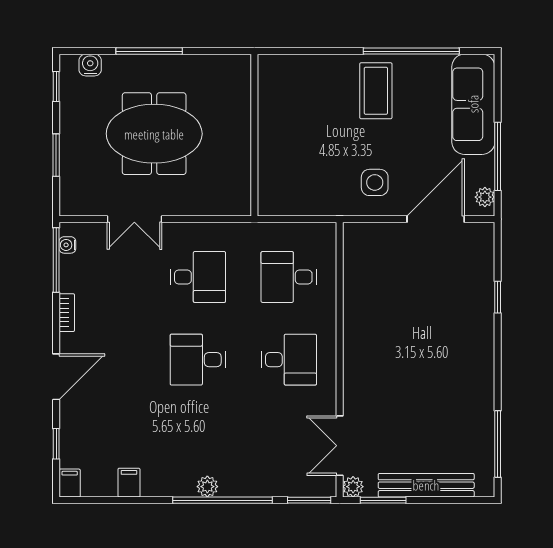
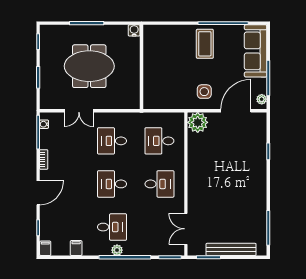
water cooler: (90, 65) -> (134, 30), moved
desk: (198, 277) -> (112, 141), turned 180
desk: (198, 442) -> (112, 227), added
plant: (353, 487) -> (198, 122), moved, width x1.88, depth x1.88

